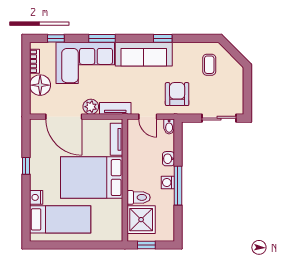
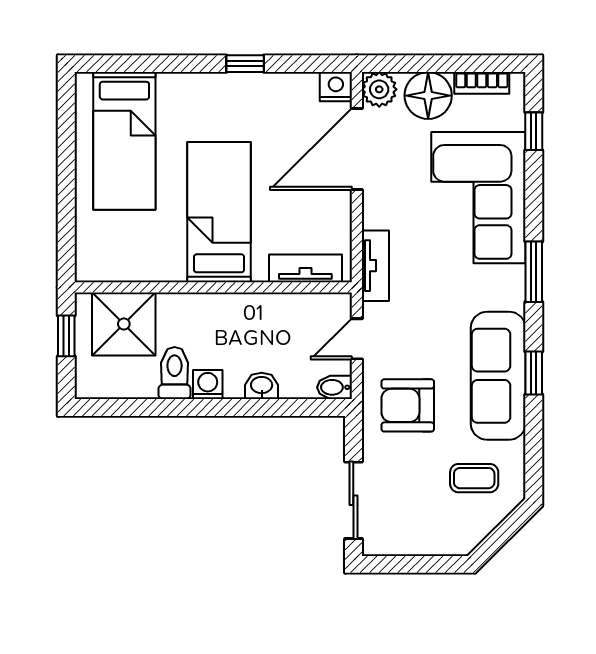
window: (102, 38) -> (534, 272), moved
sofa: (144, 54) -> (498, 376), moved
armchair: (177, 94) -> (408, 405), turned 180
plant: (91, 107) -> (379, 89), moved
bed: (92, 178) -> (219, 212), width x0.67
window: (178, 186) -> (201, 407), removed
nightstand: (36, 197) -> (336, 87), moved
toilet: (139, 197) -> (175, 373), moved, turned 180

